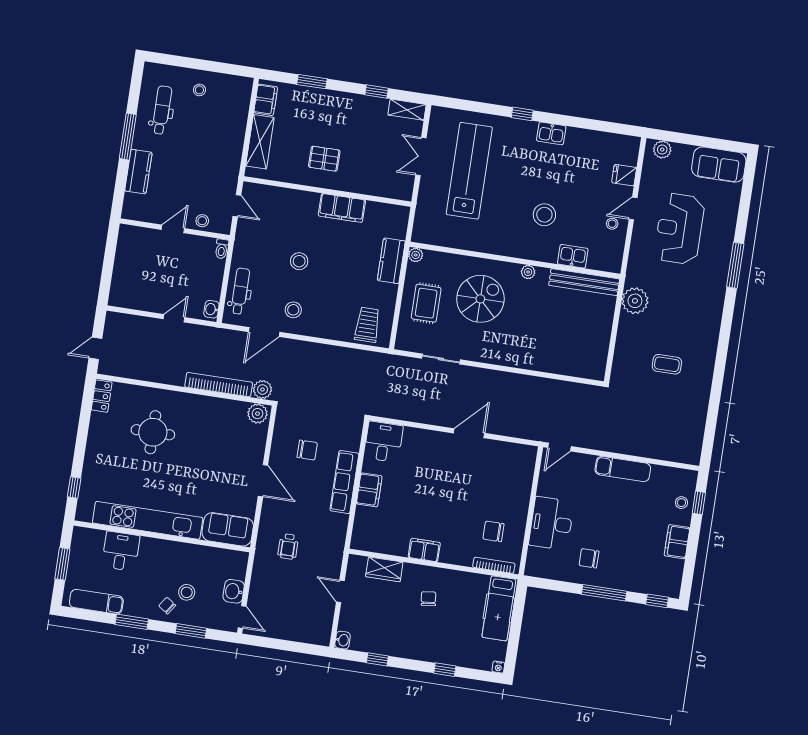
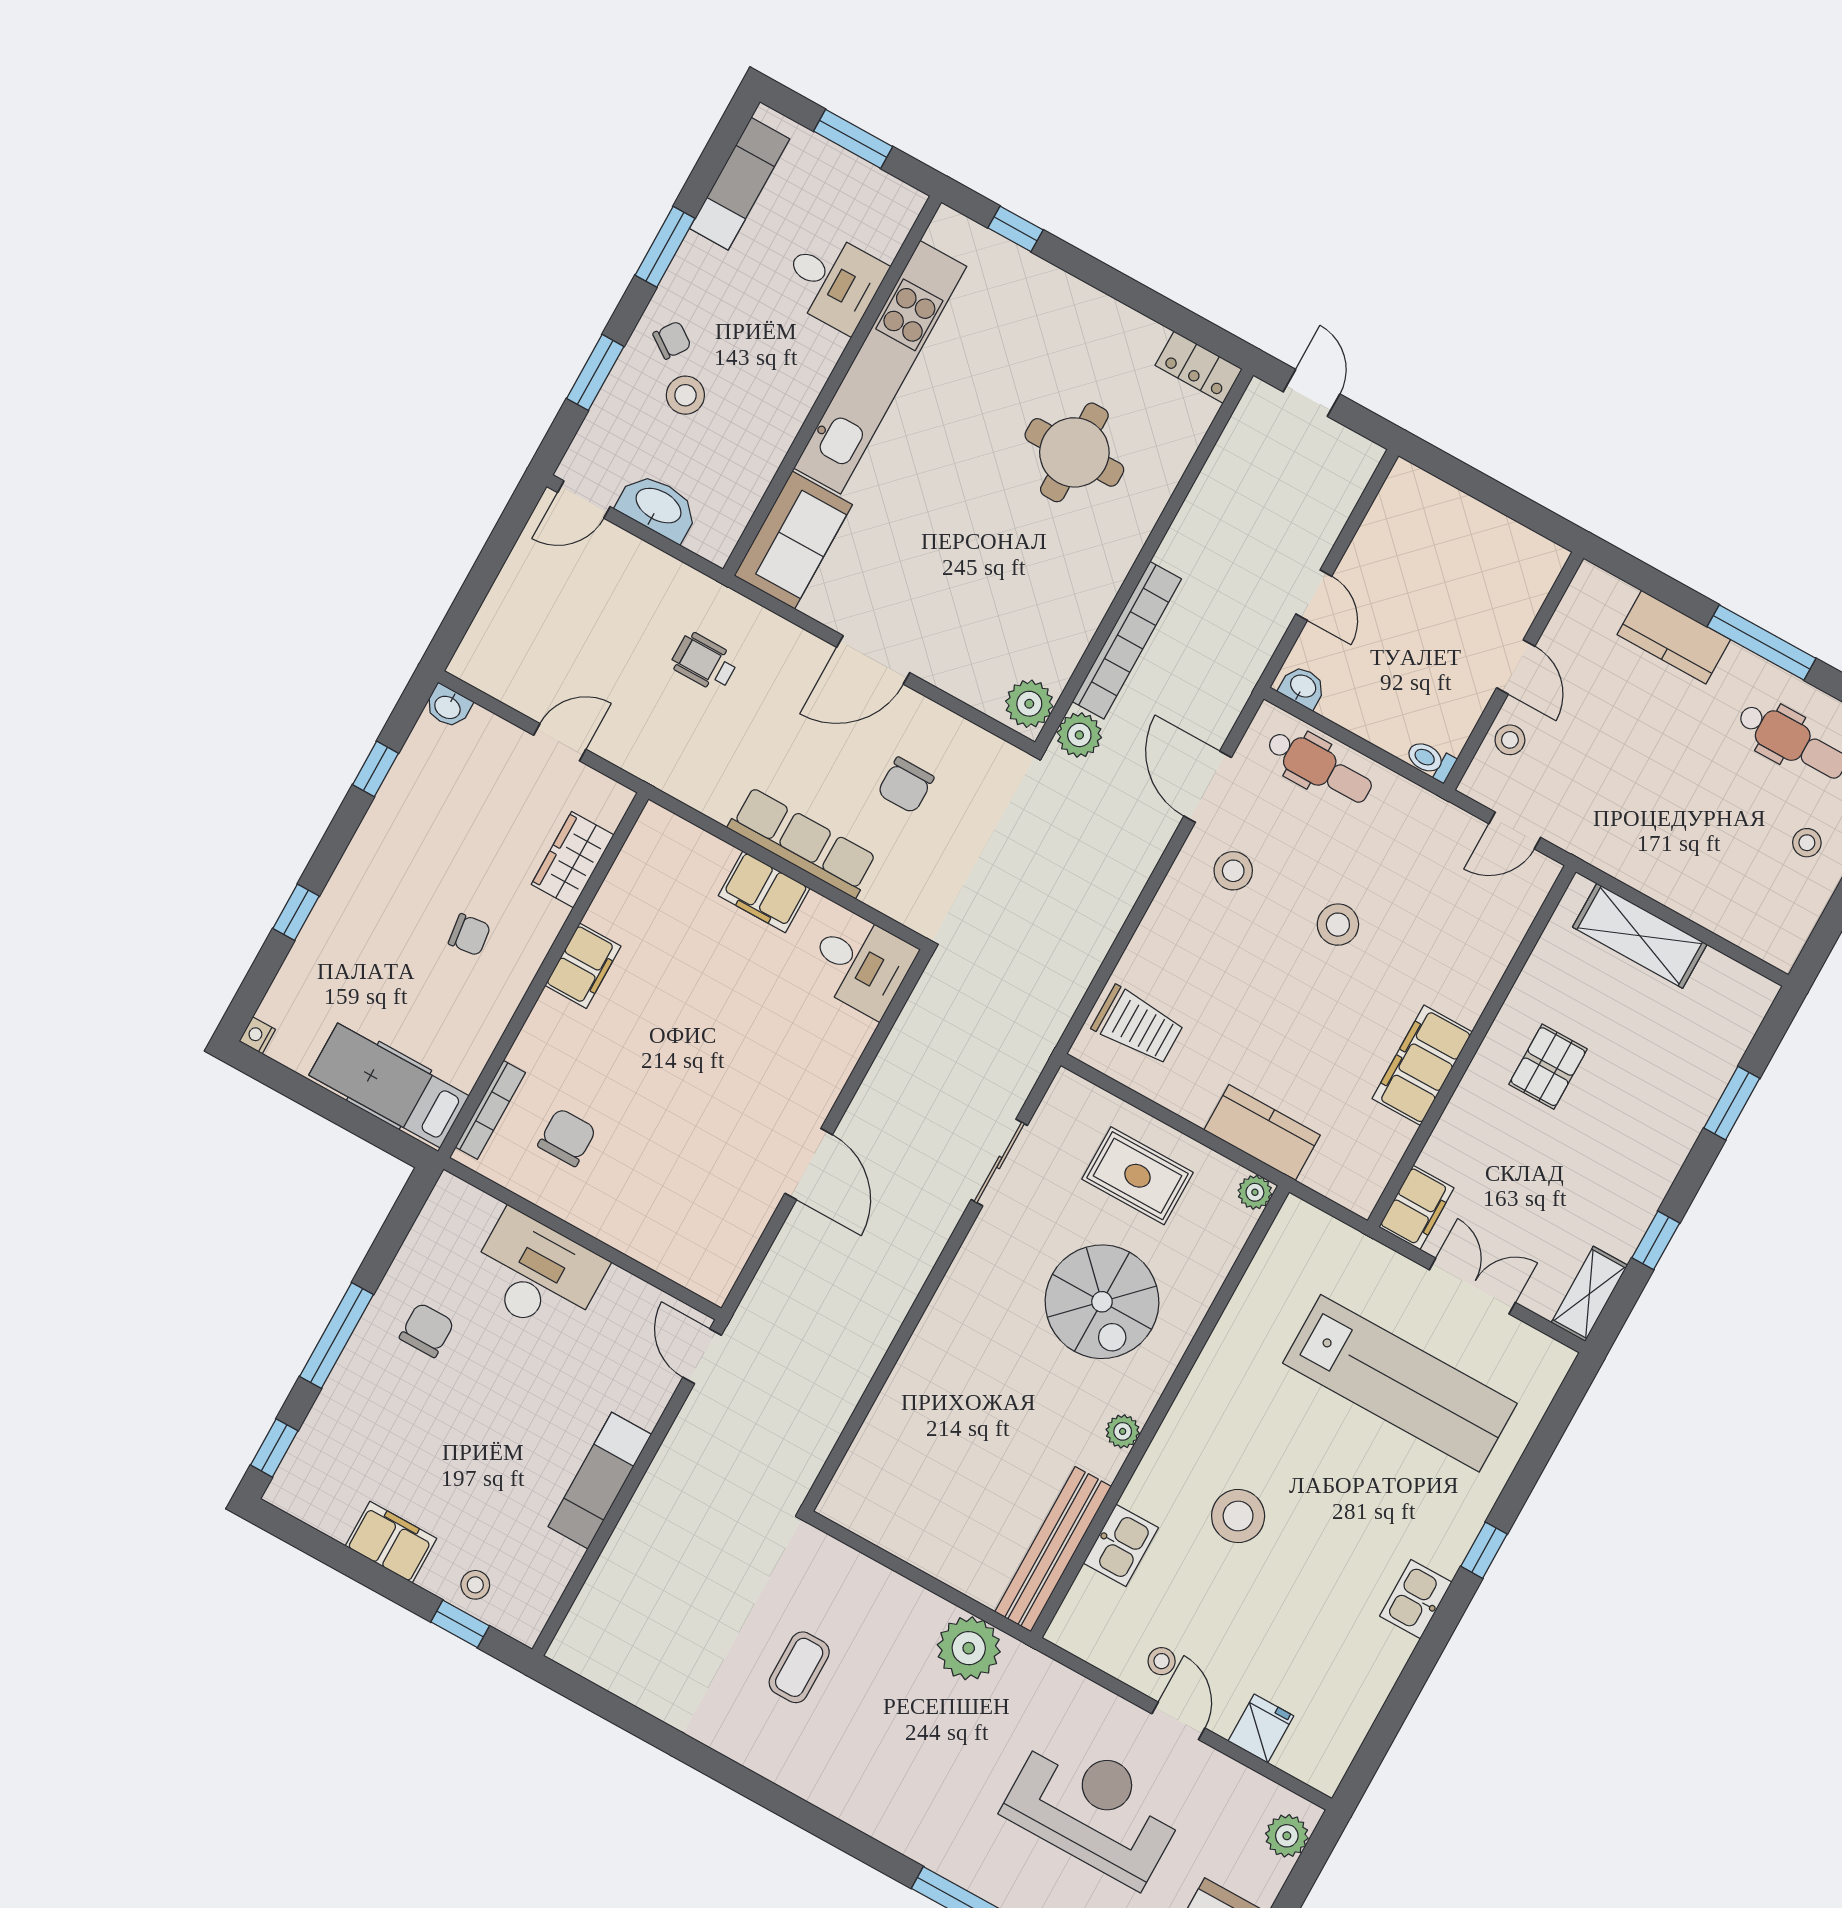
filing cabinet: (266, 100) -> (1416, 1207), moved, turned -90
washbasin: (234, 591) -> (658, 507), width x1.38

